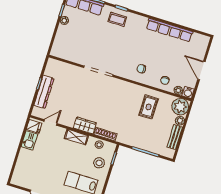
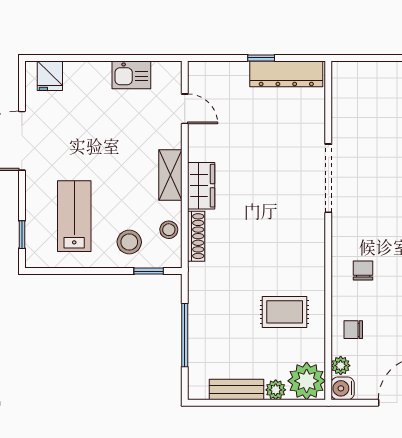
dresser: (44, 92) -> (286, 74), moved
fridge: (34, 126) -> (50, 76), moved

